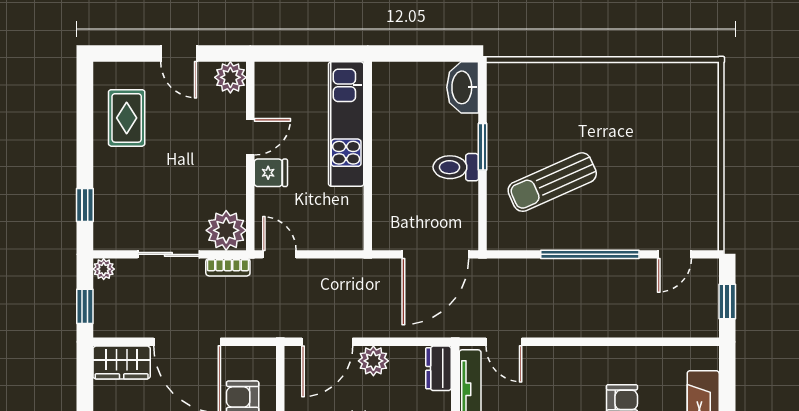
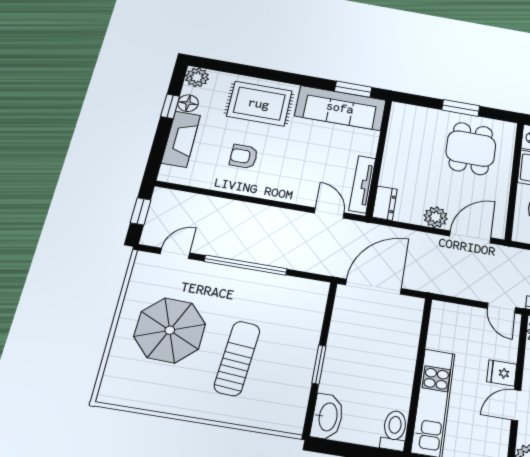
parasol: (658, 158) -> (170, 330), added
toilet: (456, 167) -> (394, 430), moved, turned -90
sun lounger: (552, 182) -> (237, 358), moved, turned -61

